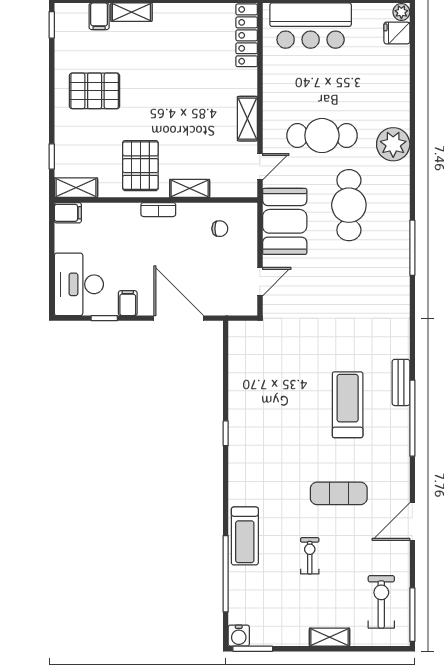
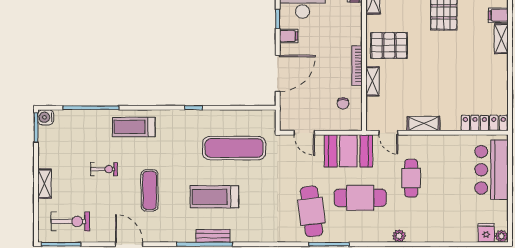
cafe table: (322, 136) -> (411, 178), width x0.73, depth x0.74
plant: (393, 144) -> (399, 236), width x0.53, depth x0.53
bookcase: (158, 210) -> (357, 66), width x1.56
cafe table: (368, 272) -> (311, 211), added
exercise mat: (281, 378) -> (234, 148), added
bench: (401, 382) -> (213, 236), moved
treadmill: (348, 405) -> (214, 197), turned 180
treadmill: (245, 536) -> (134, 127), moved

